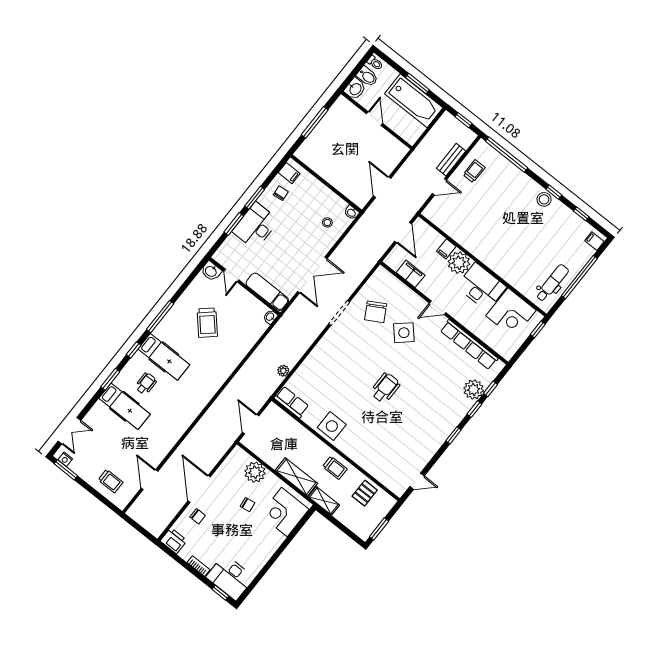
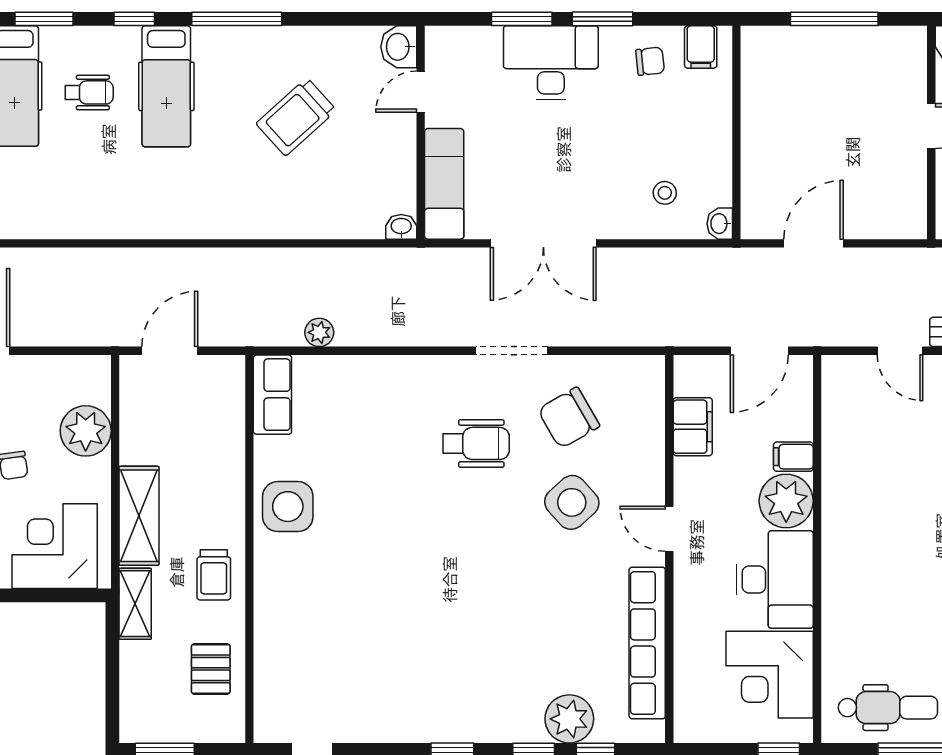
wheelchair: (385, 388) -> (476, 443), moved
pallet: (365, 493) -> (211, 669), turned 90

